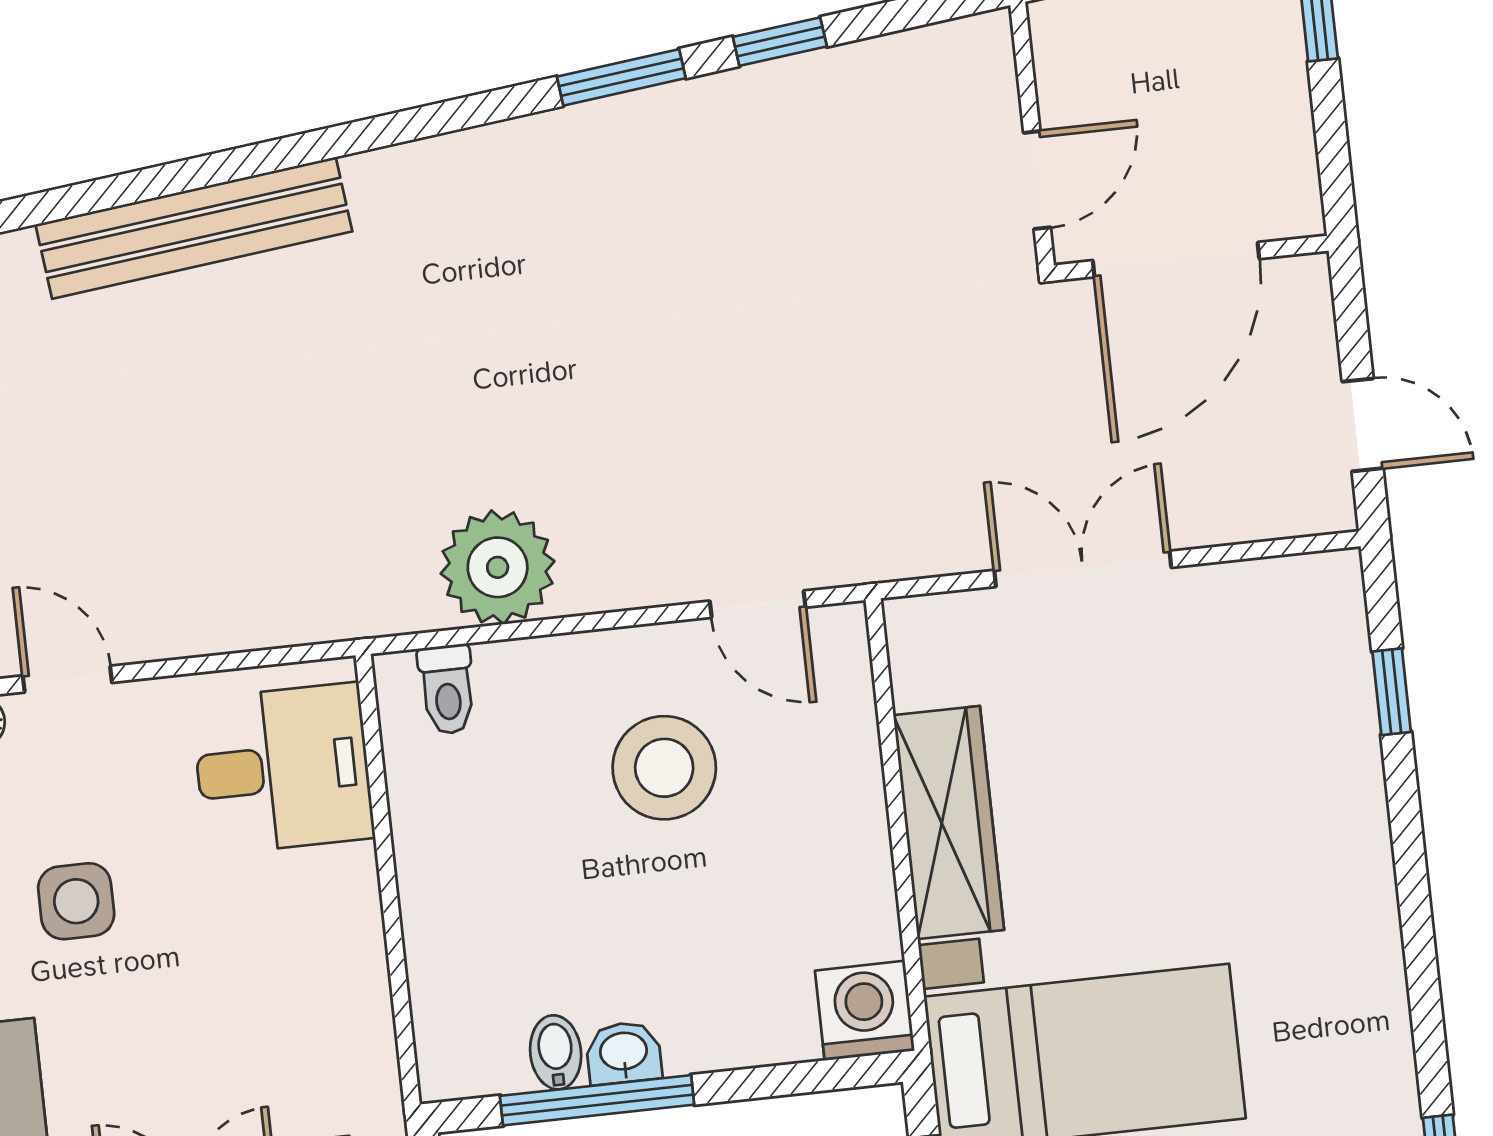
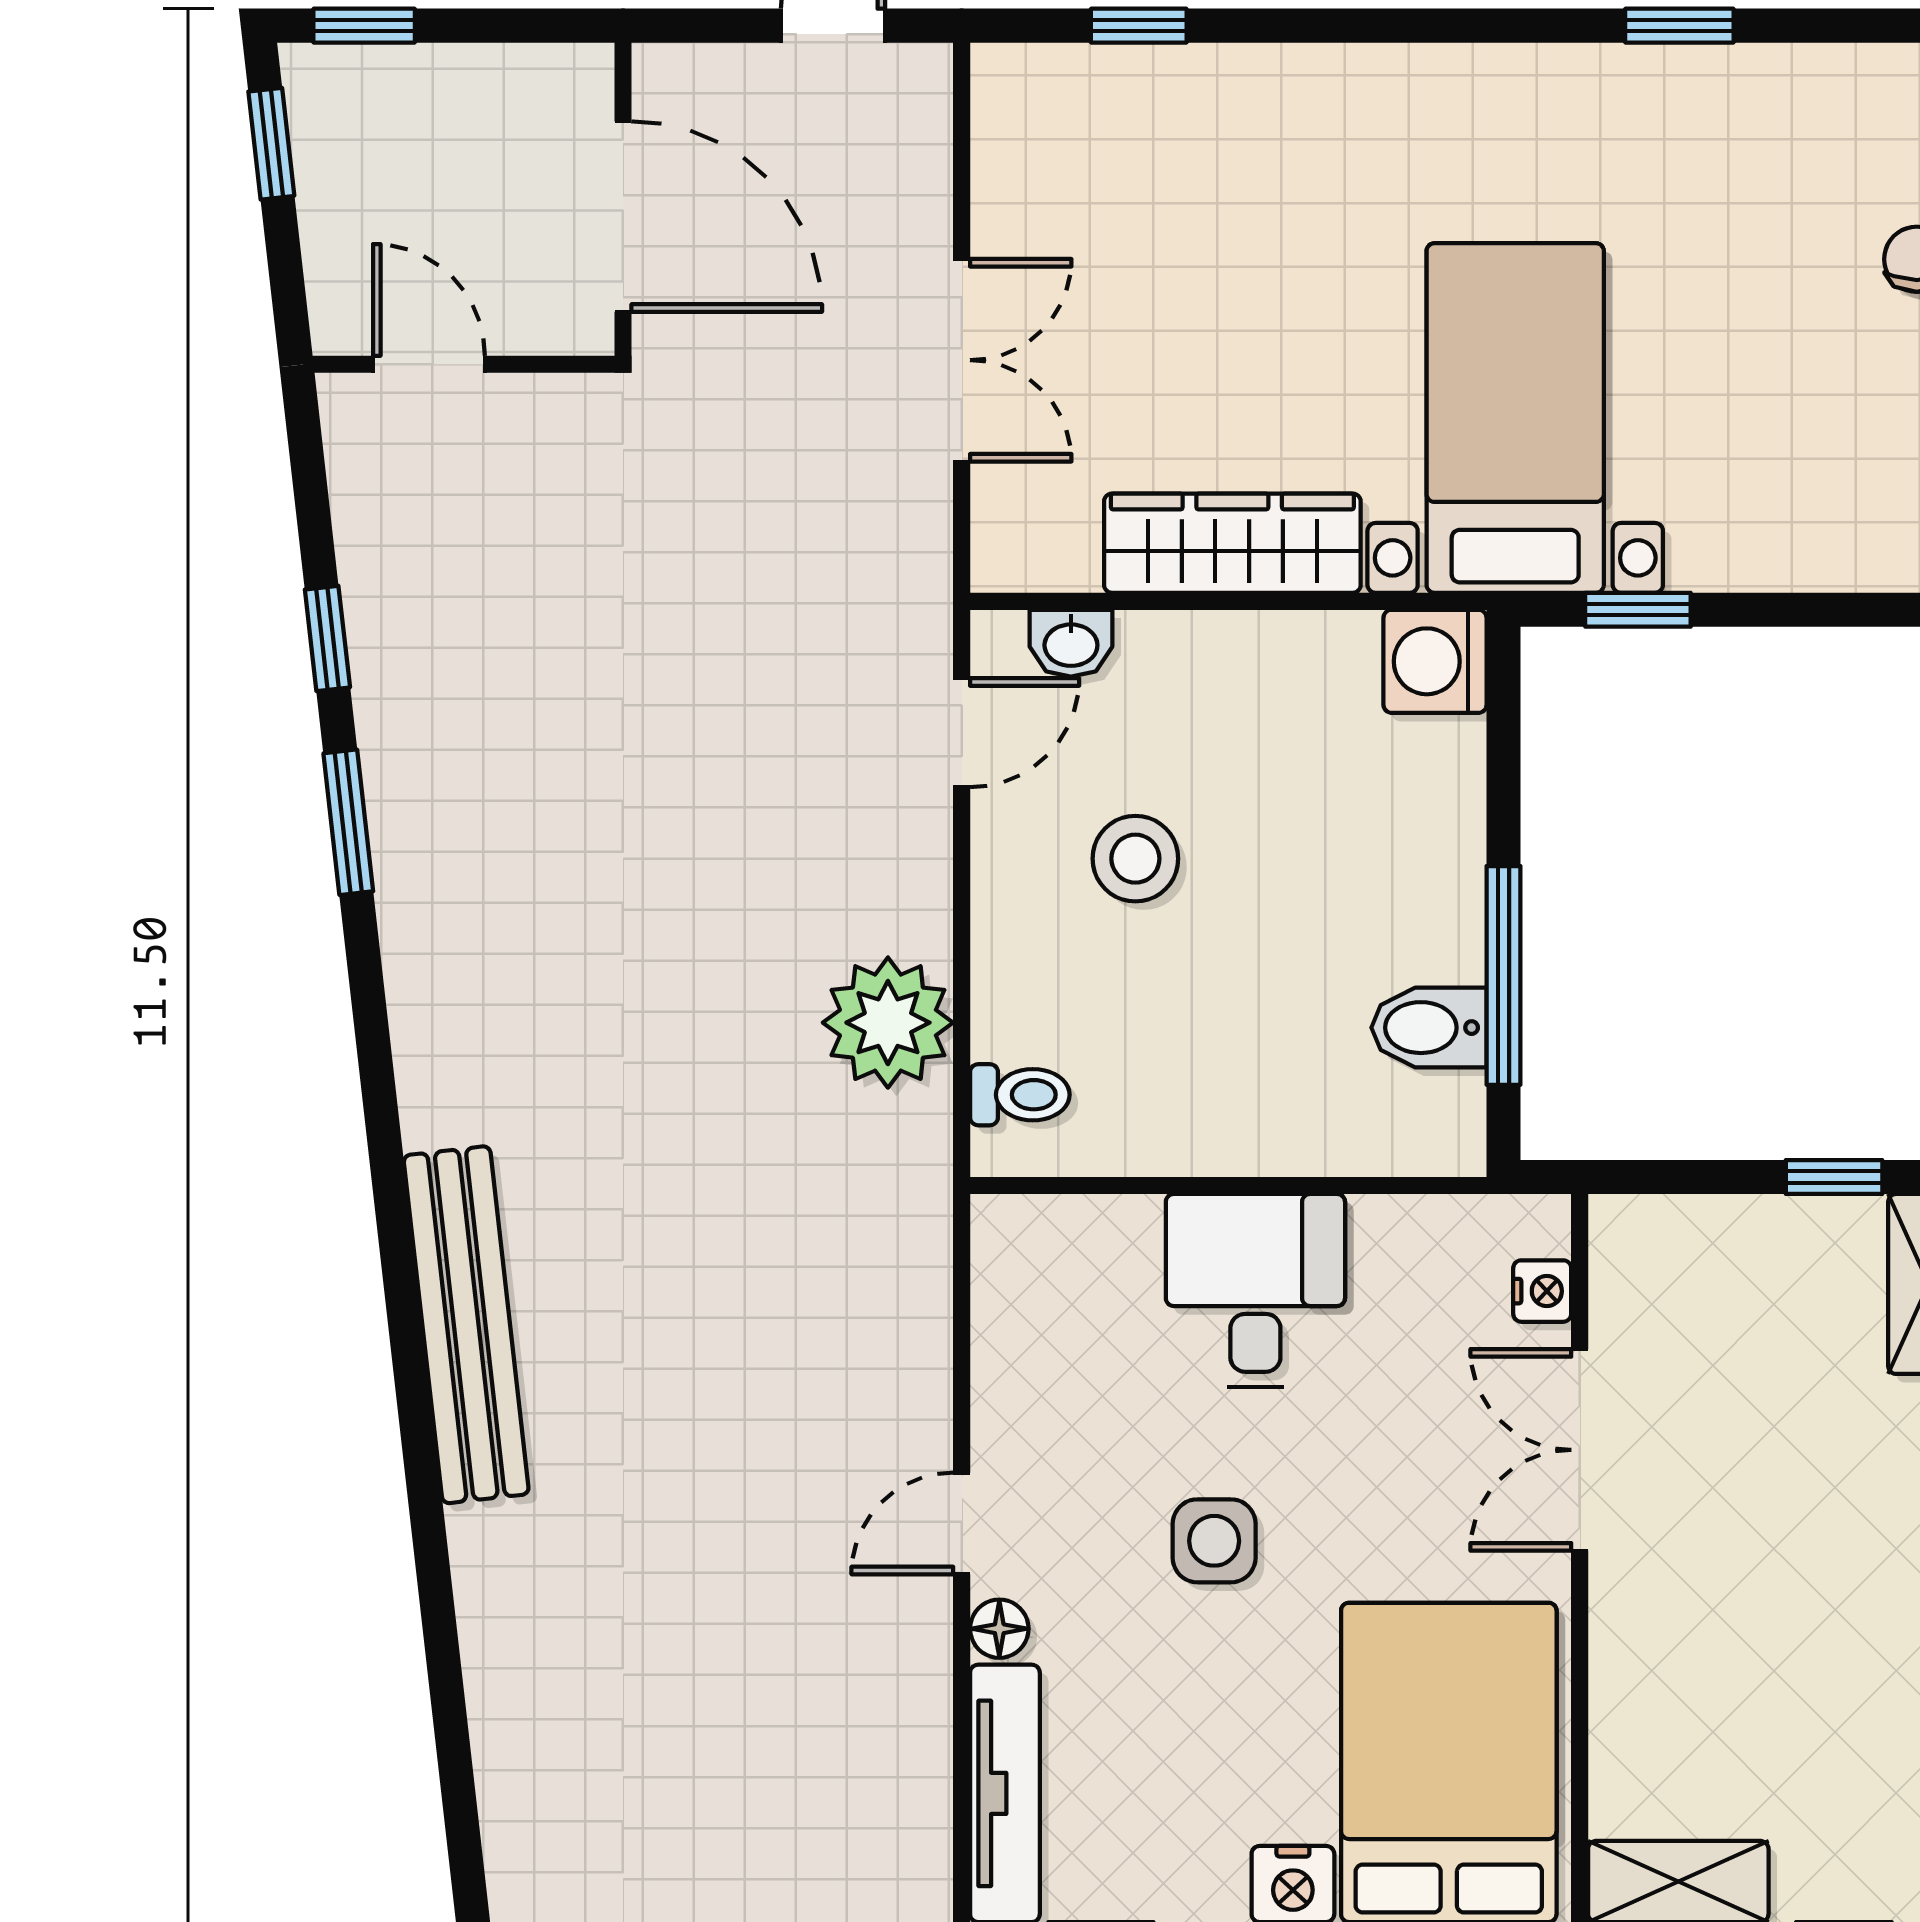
door: (1037, 180) -> (429, 364), moved
double door: (1083, 569) -> (962, 360), swing flipped
stool: (664, 768) -> (1135, 859), width x0.73, depth x0.73
desk: (283, 769) -> (1255, 1291), moved
bidet: (556, 1052) -> (1429, 1028), width x1.38, depth x1.36
washbasin: (624, 1053) -> (1071, 643), moved, turned -90

